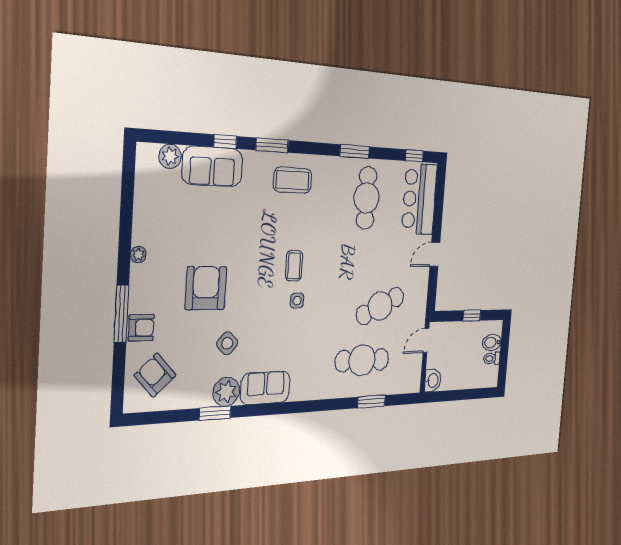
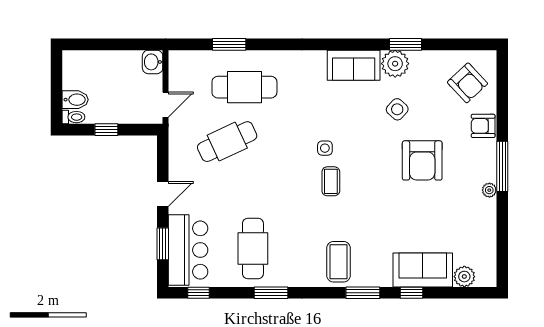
coffee table: (293, 180) -> (339, 262), turned 90
window: (439, 206) -> (163, 244), added
window: (121, 314) -> (502, 166), moved
toilet: (492, 358) -> (73, 117), moved

